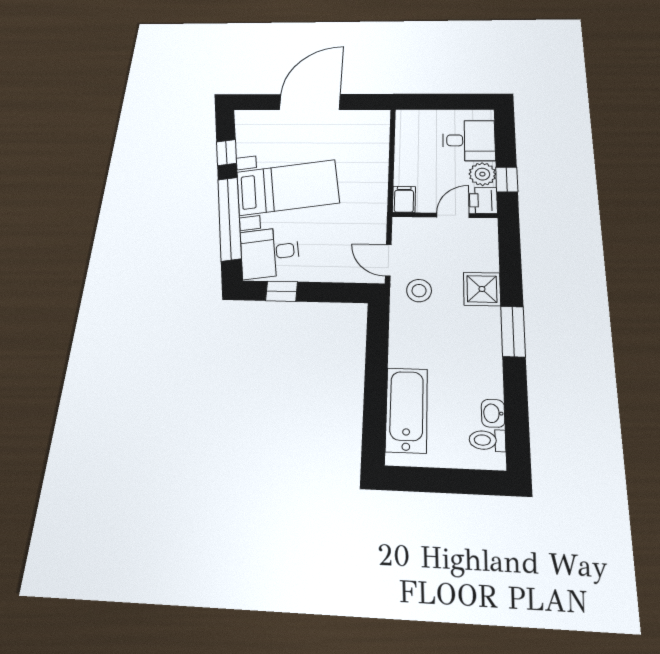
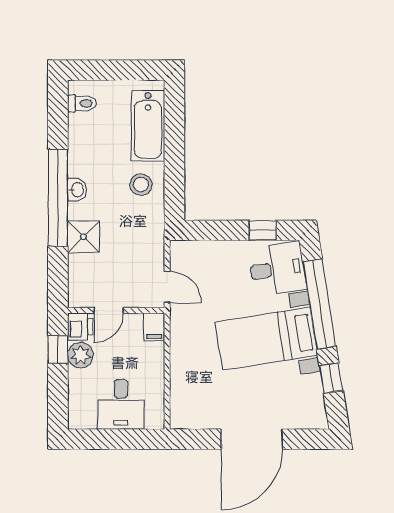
desk: (469, 140) -> (121, 404), moved, turned -90
door: (388, 260) -> (167, 287), moved
stool: (419, 291) -> (141, 185), moved
window: (513, 331) -> (58, 198), width x2.11
washbasin: (493, 413) -> (77, 190), moved

